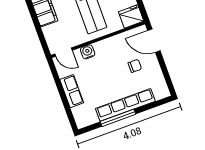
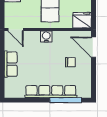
water cooler: (88, 52) -> (46, 37), moved
window: (118, 118) -> (66, 100), moved

